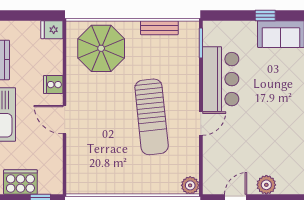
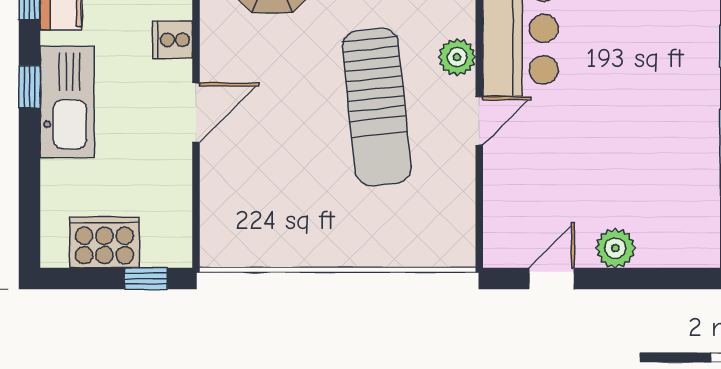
door: (65, 120) -> (196, 113), swing flipped
plant: (190, 185) -> (457, 57), moved

